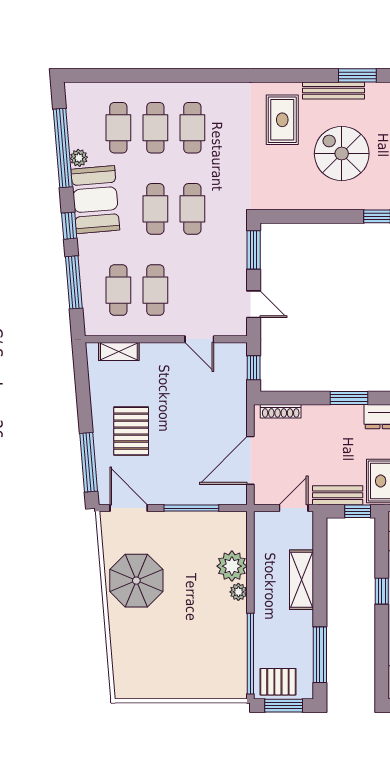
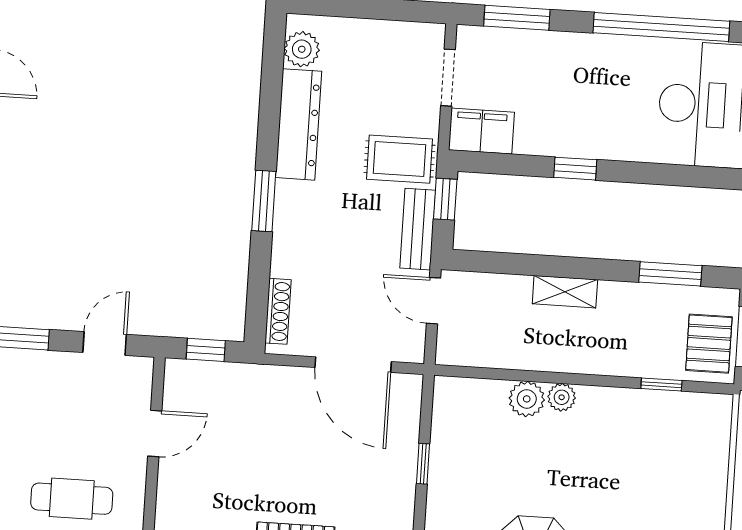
window: (191, 508) -> (423, 464), width x0.46
plant: (232, 566) -> (527, 399), width x0.73, depth x0.73
shelving: (302, 580) -> (565, 292), width x0.67, depth x0.75
window: (250, 654) -> (661, 385), width x0.32
window: (320, 655) -> (670, 274), width x0.69

